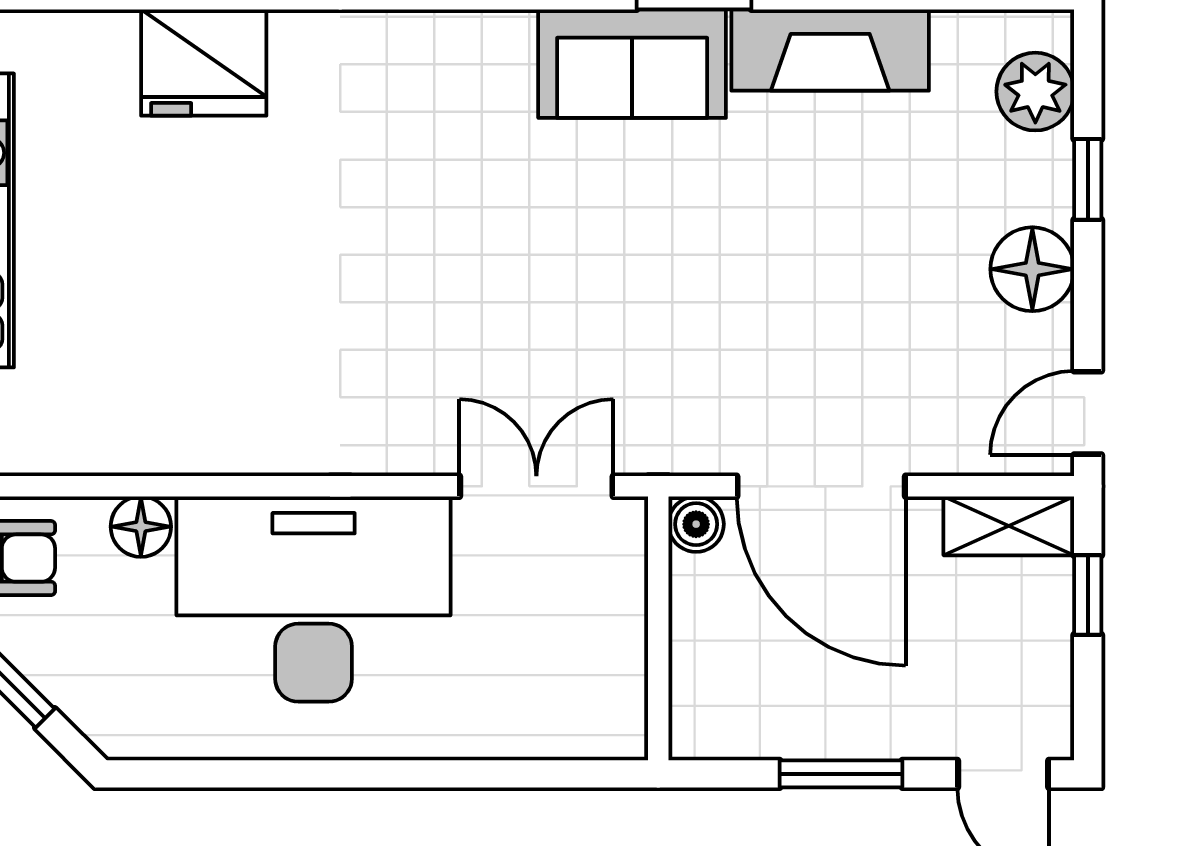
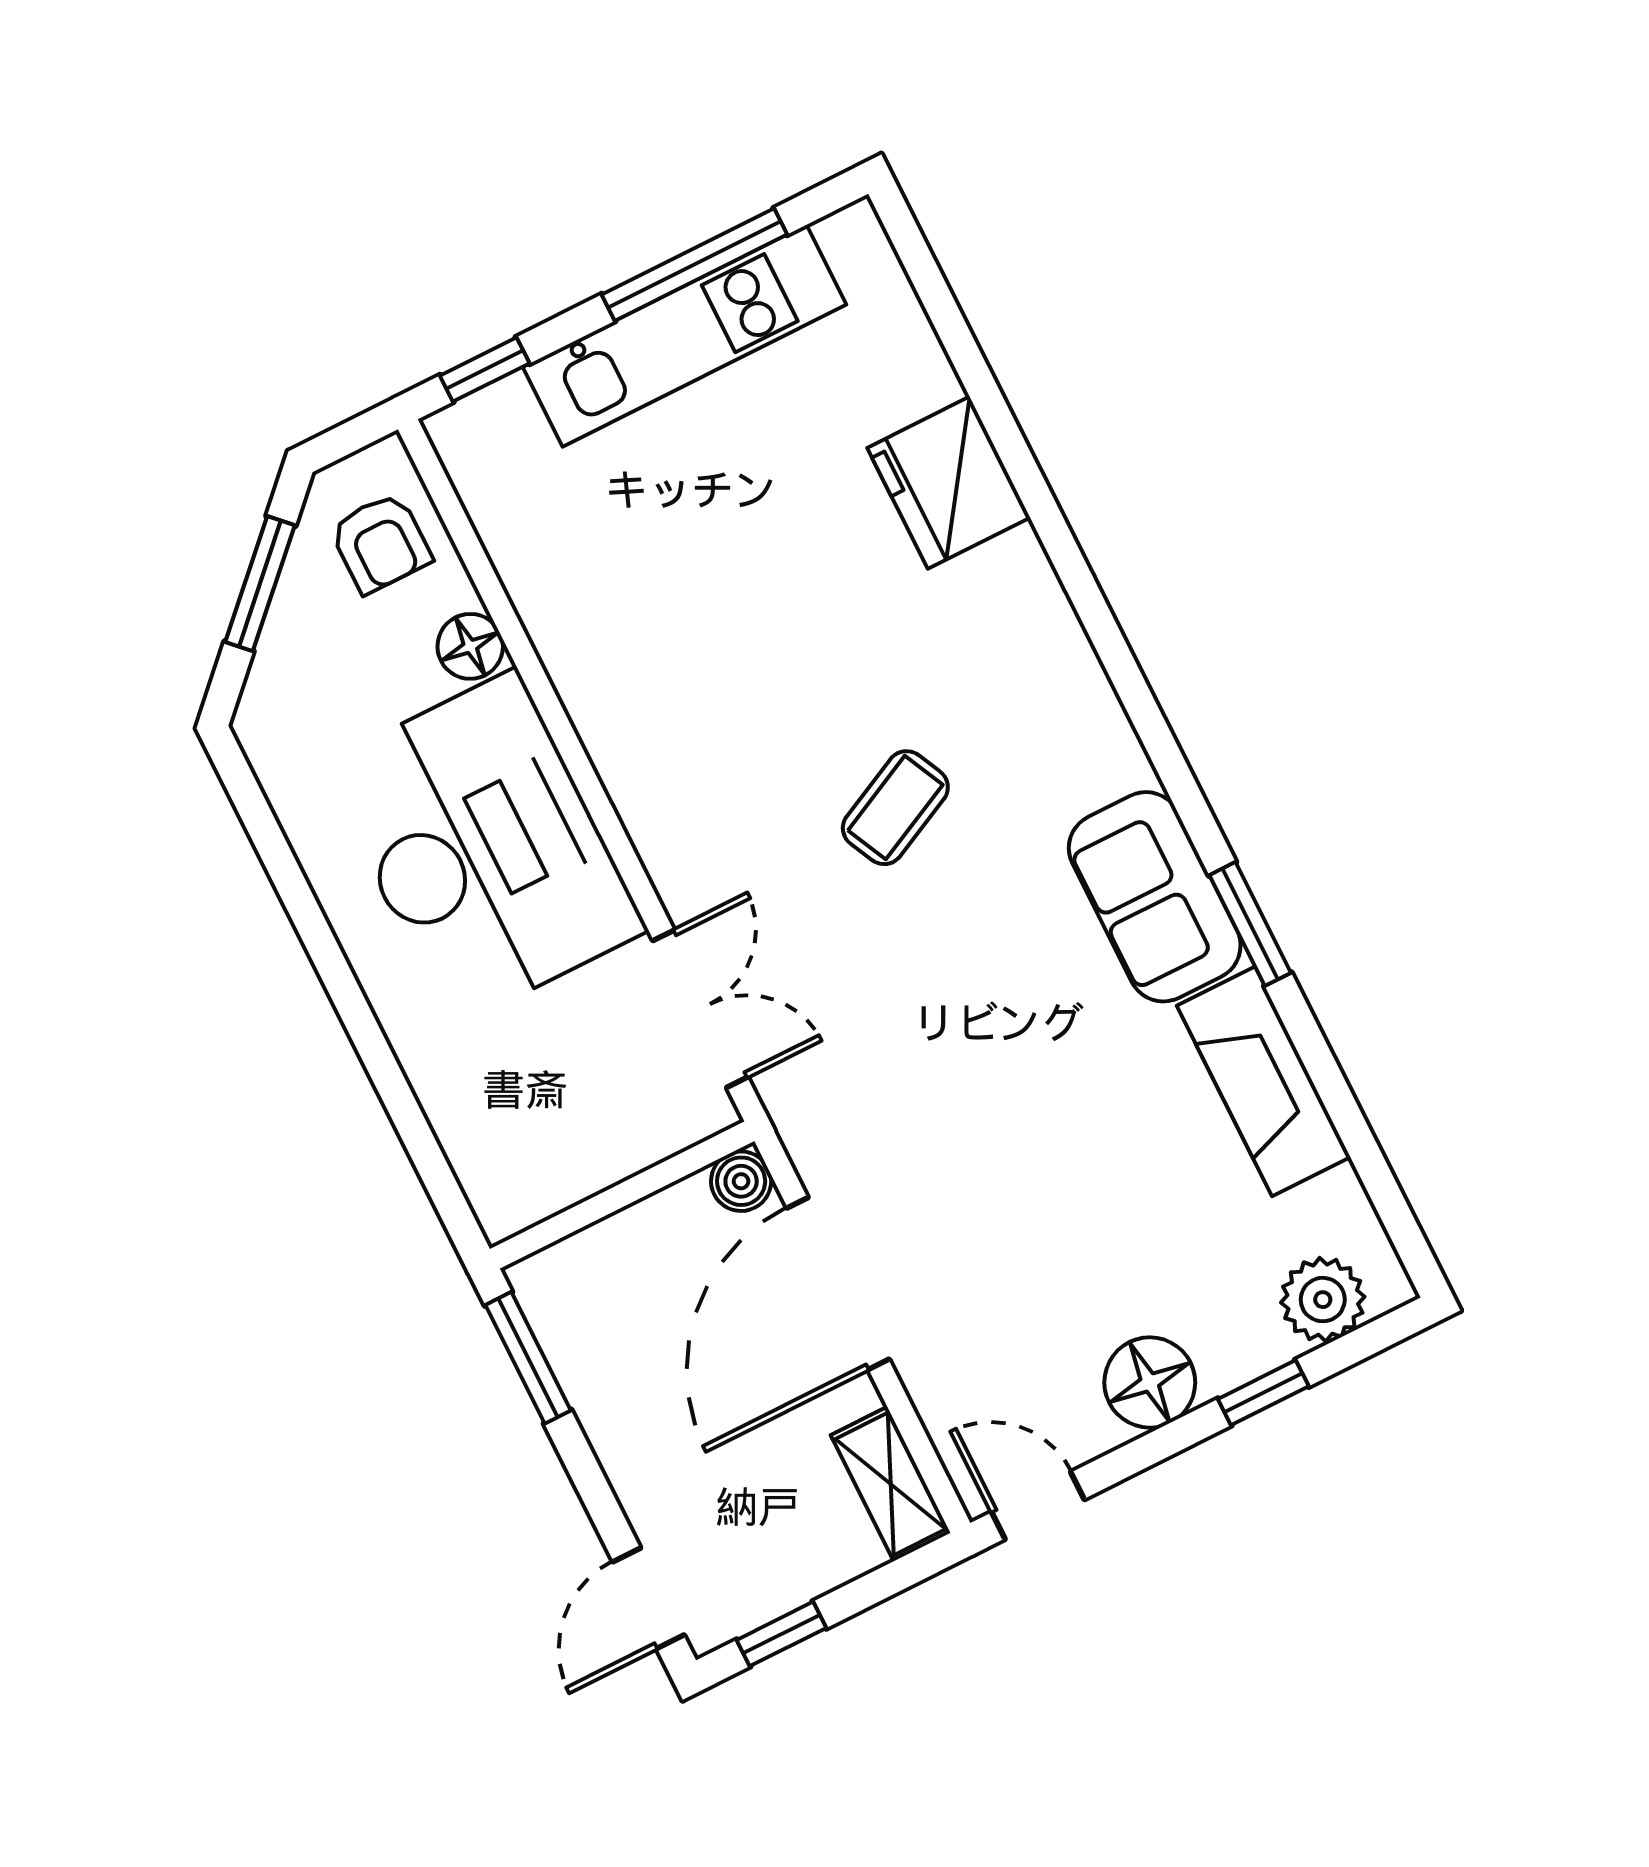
coffee table: (451, 242) -> (895, 808), added
window: (1088, 595) -> (781, 1634), moved
window: (841, 774) -> (528, 1358), moved

